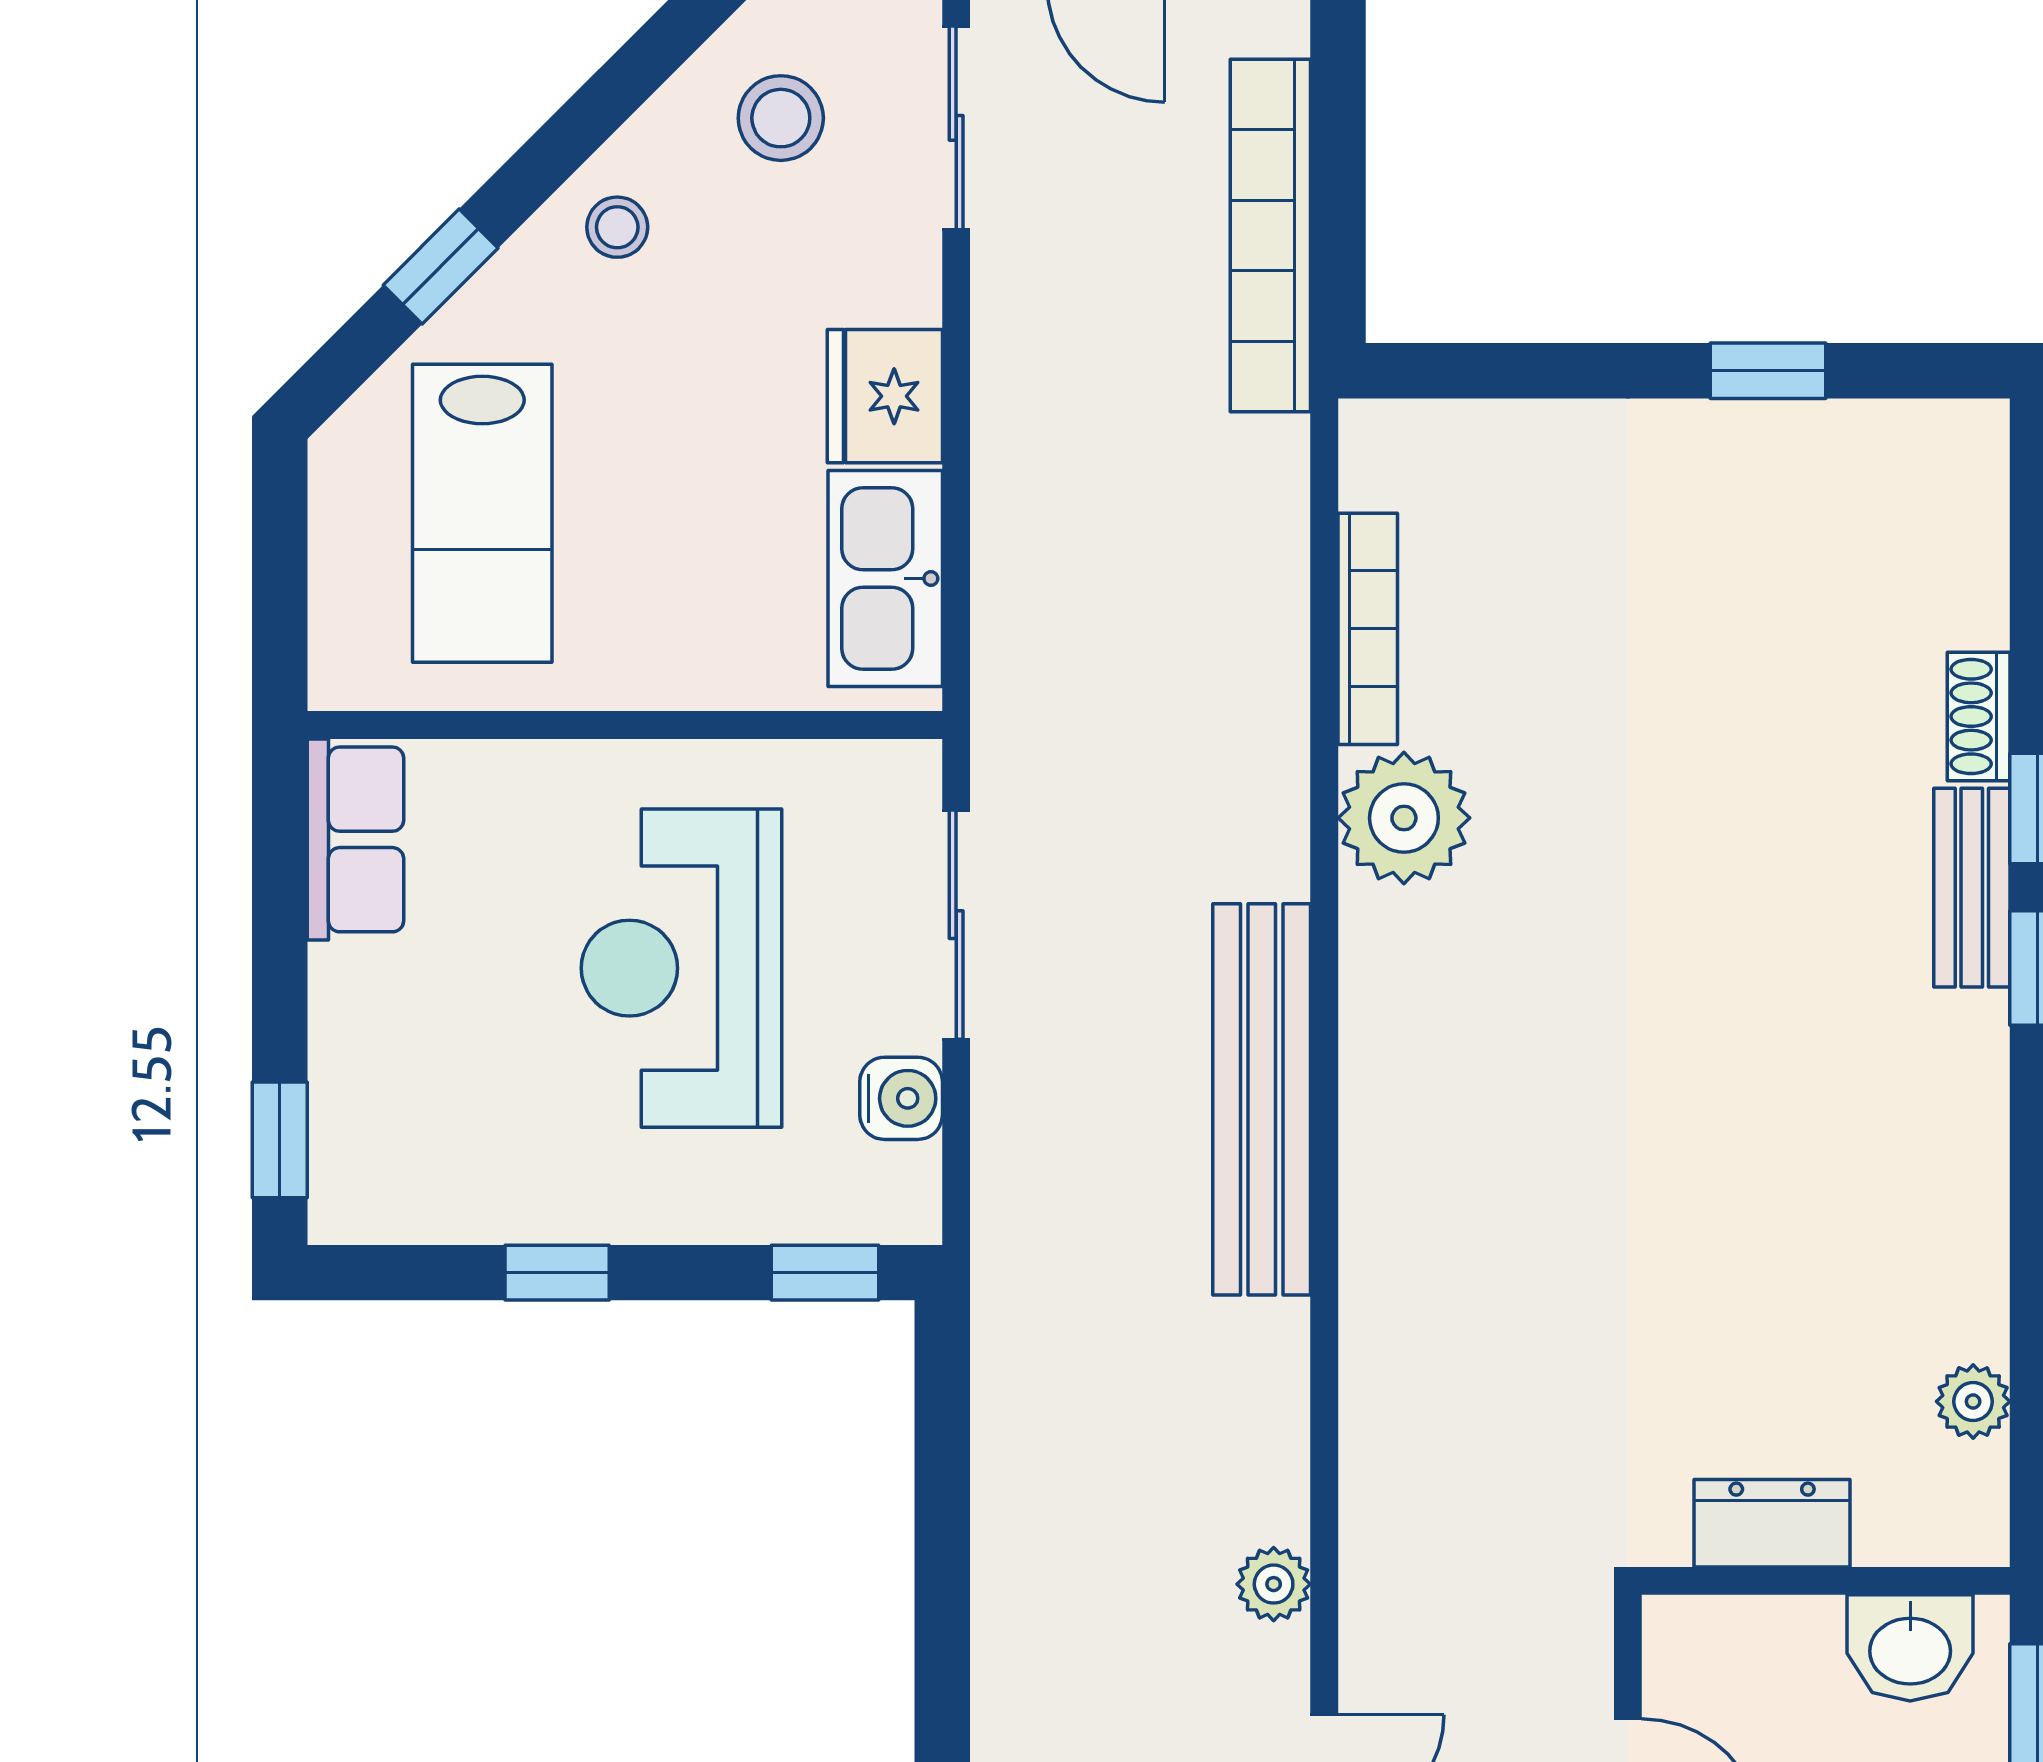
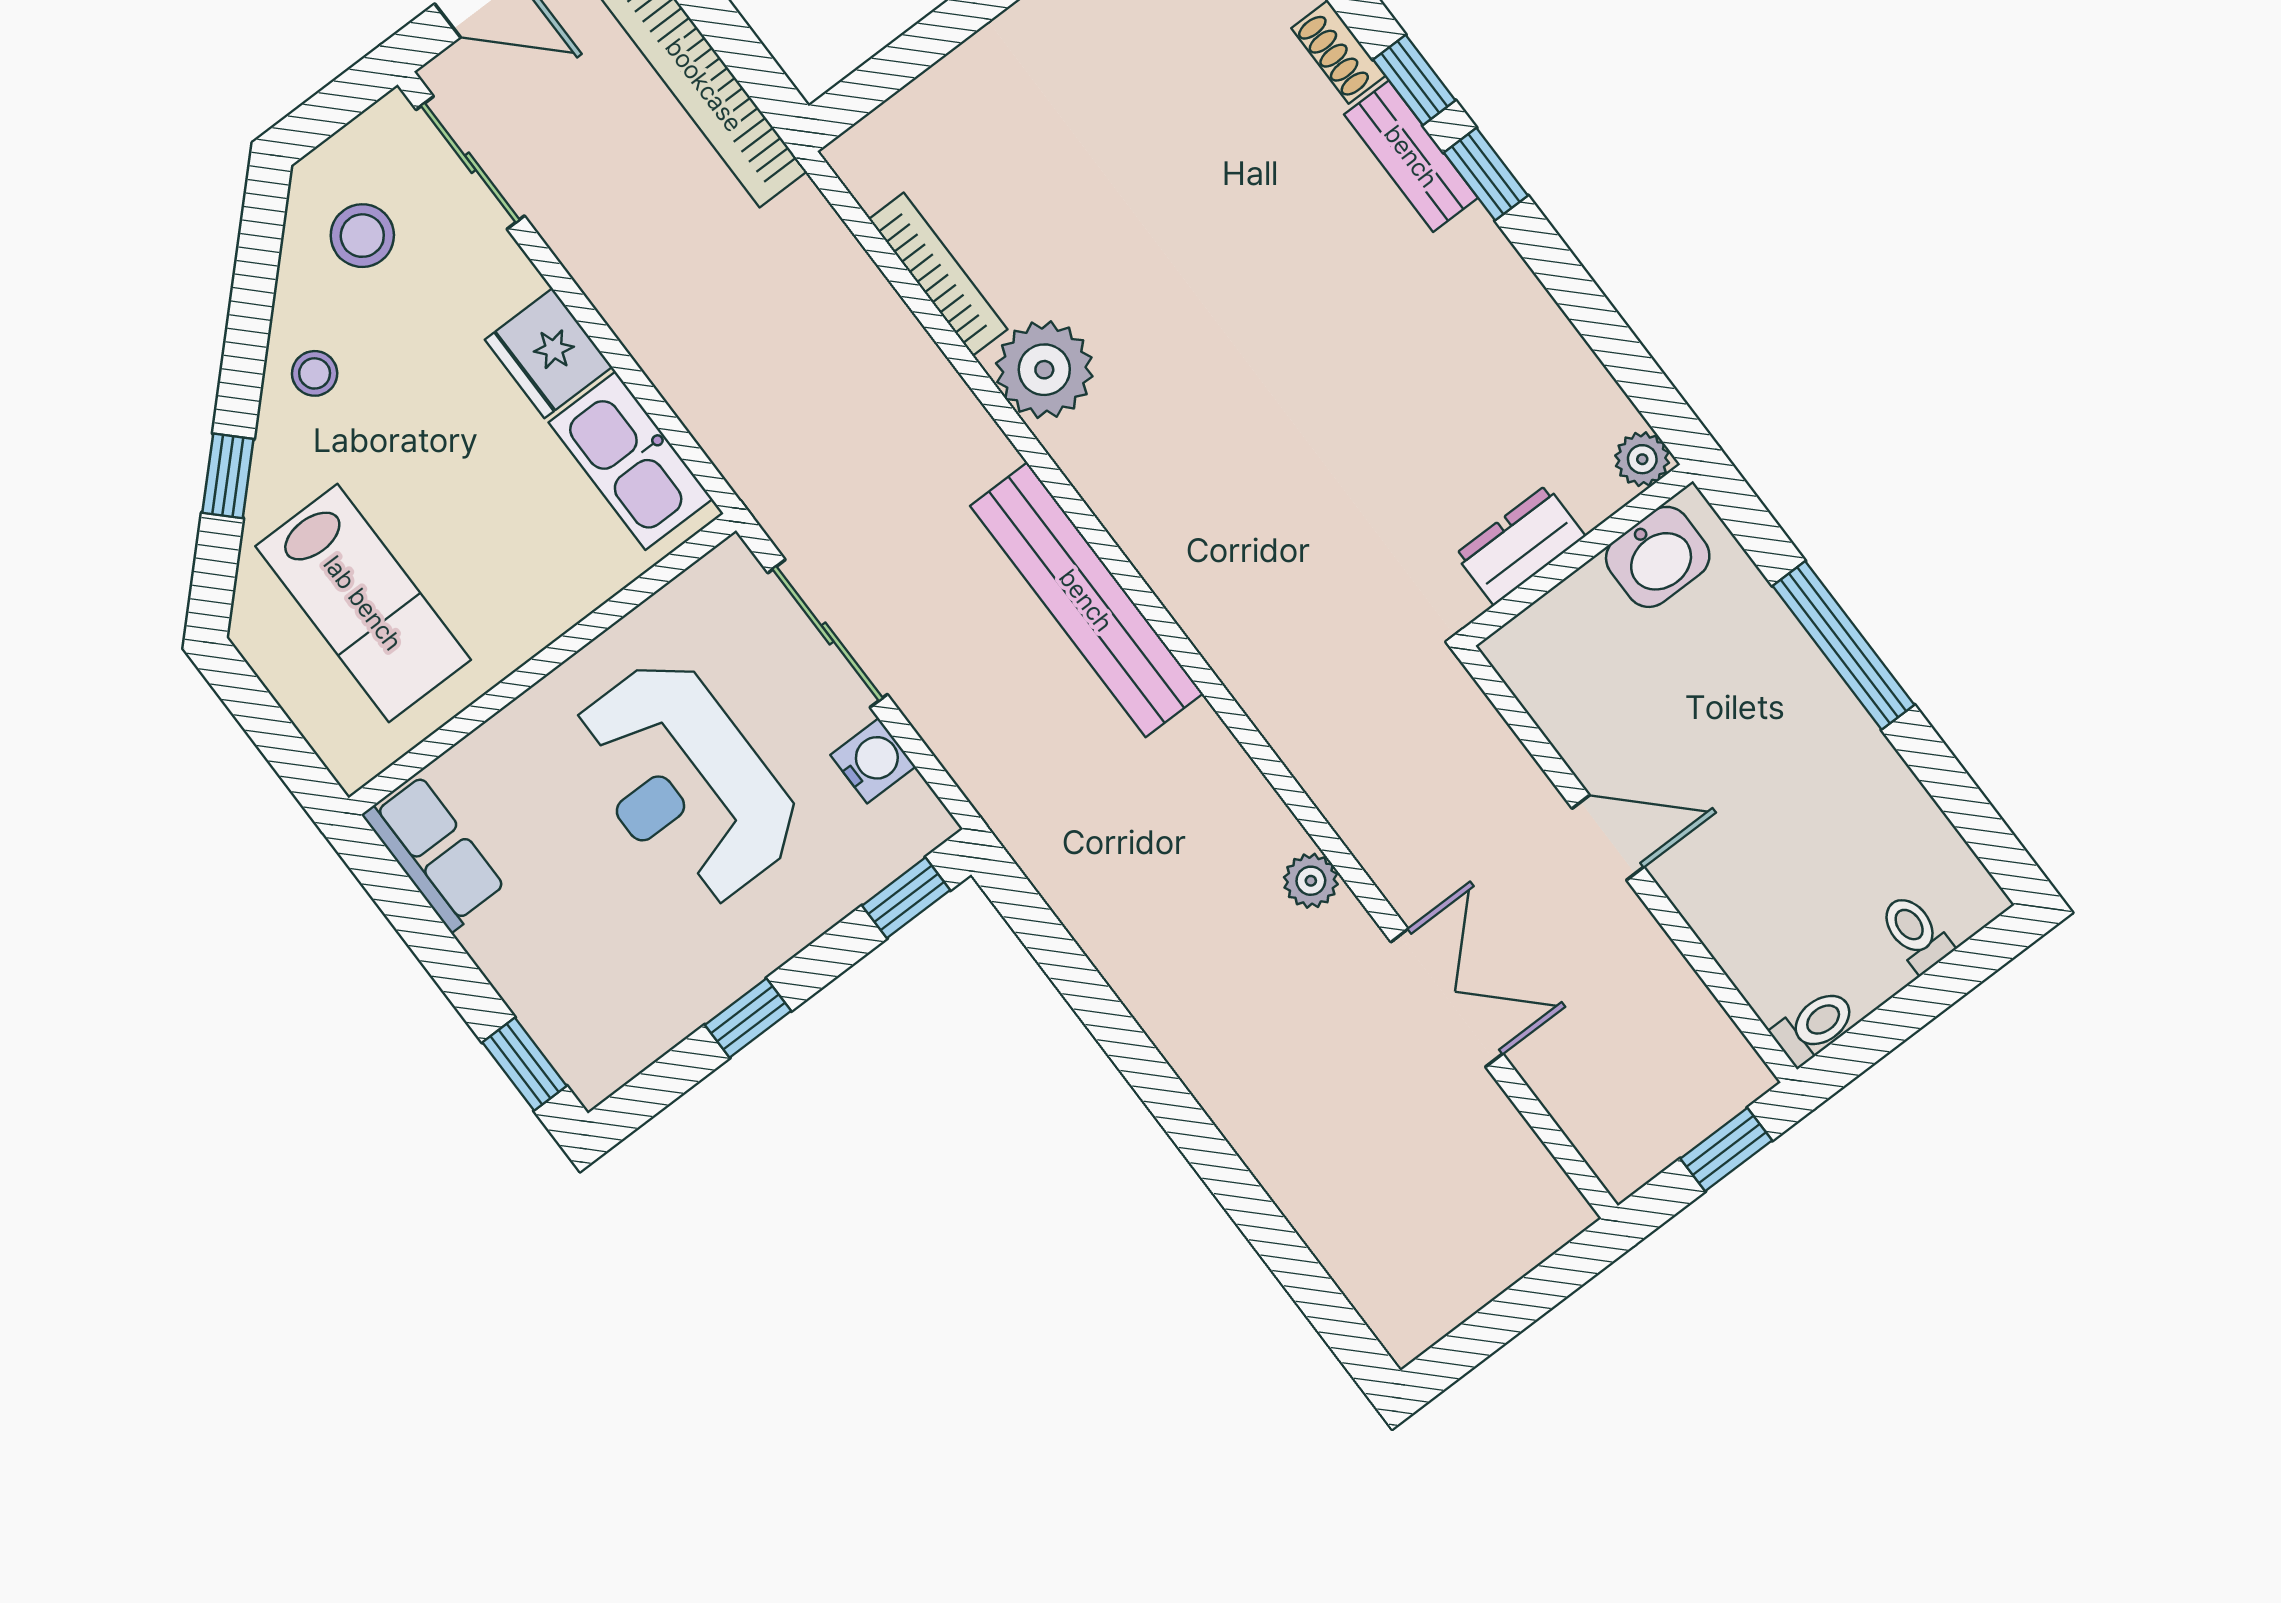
dresser: (1772, 1523) -> (1520, 545), moved
wall: (1826, 1581) -> (1578, 555), moved
washbasin: (1910, 1648) -> (1658, 557), moved

